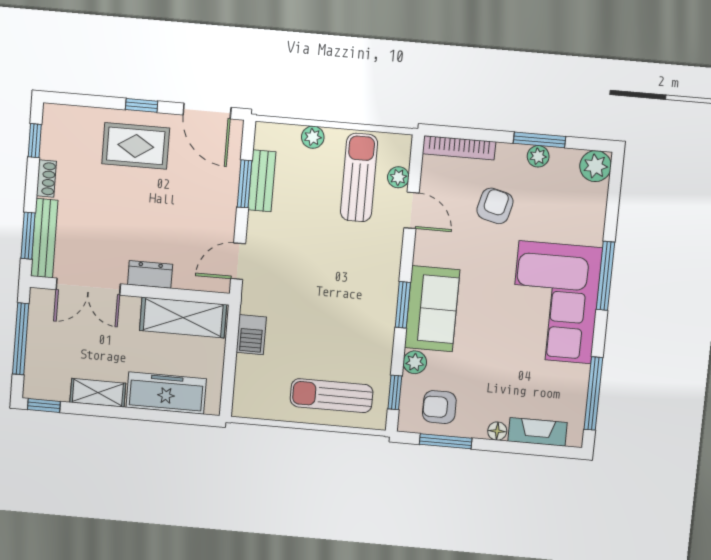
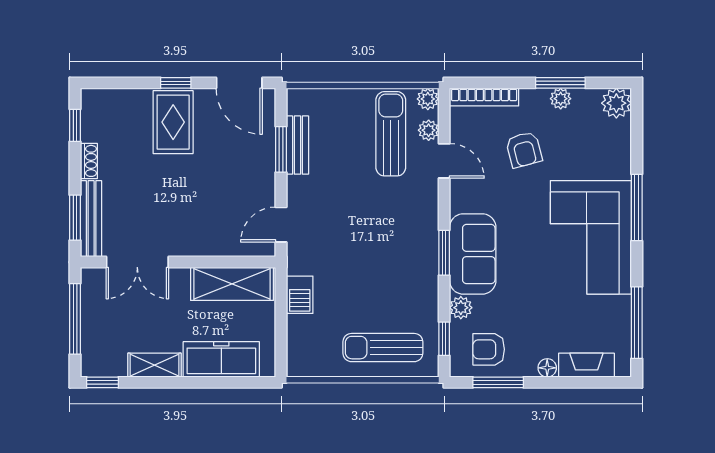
plant: (313, 137) -> (428, 99), moved
rug: (136, 146) -> (173, 122), turned 90
armchair: (495, 206) -> (524, 150), turned 151
dresser: (150, 274) -> (197, 245), removed

